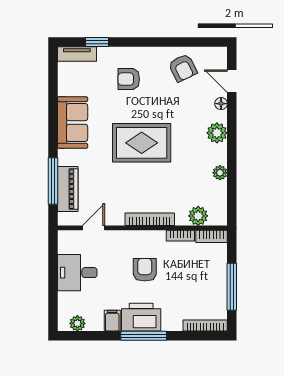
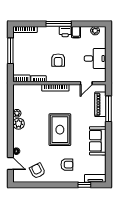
plant: (217, 133) -> (19, 124), moved
rug: (142, 143) -> (60, 130), turned 90
plant: (198, 216) -> (29, 90), removed
printer: (141, 317) -> (65, 32), width x0.53, depth x0.68

